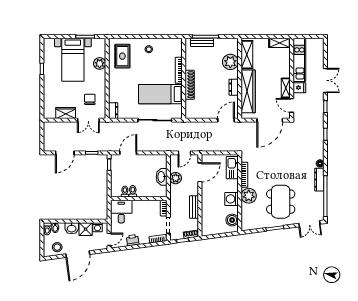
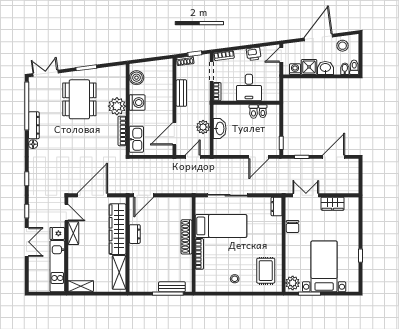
plant: (230, 62) -> (139, 264), removed
plant: (100, 63) -> (293, 283), moved
double door: (325, 80) -> (27, 242), swing flipped
chair: (90, 99) -> (293, 227), moved
desk: (121, 212) -> (249, 88), moved

